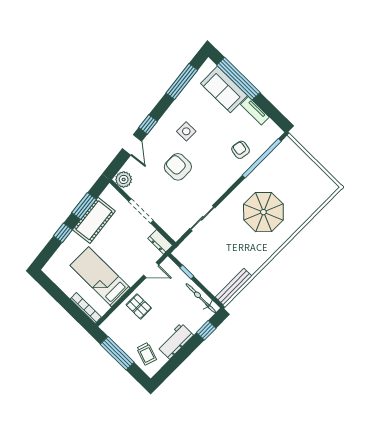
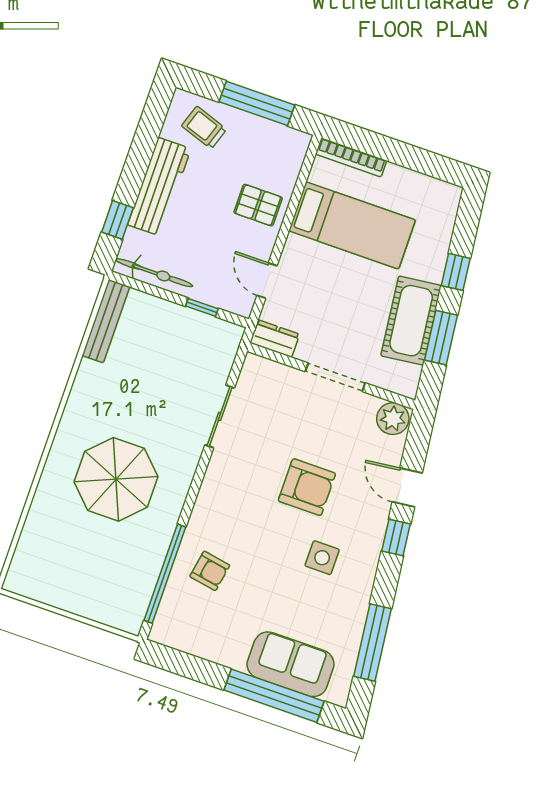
tv unit: (255, 111) -> (217, 653), removed
door: (151, 270) -> (267, 281), hinge flipped
workbench: (175, 341) -> (159, 187), width x1.37

